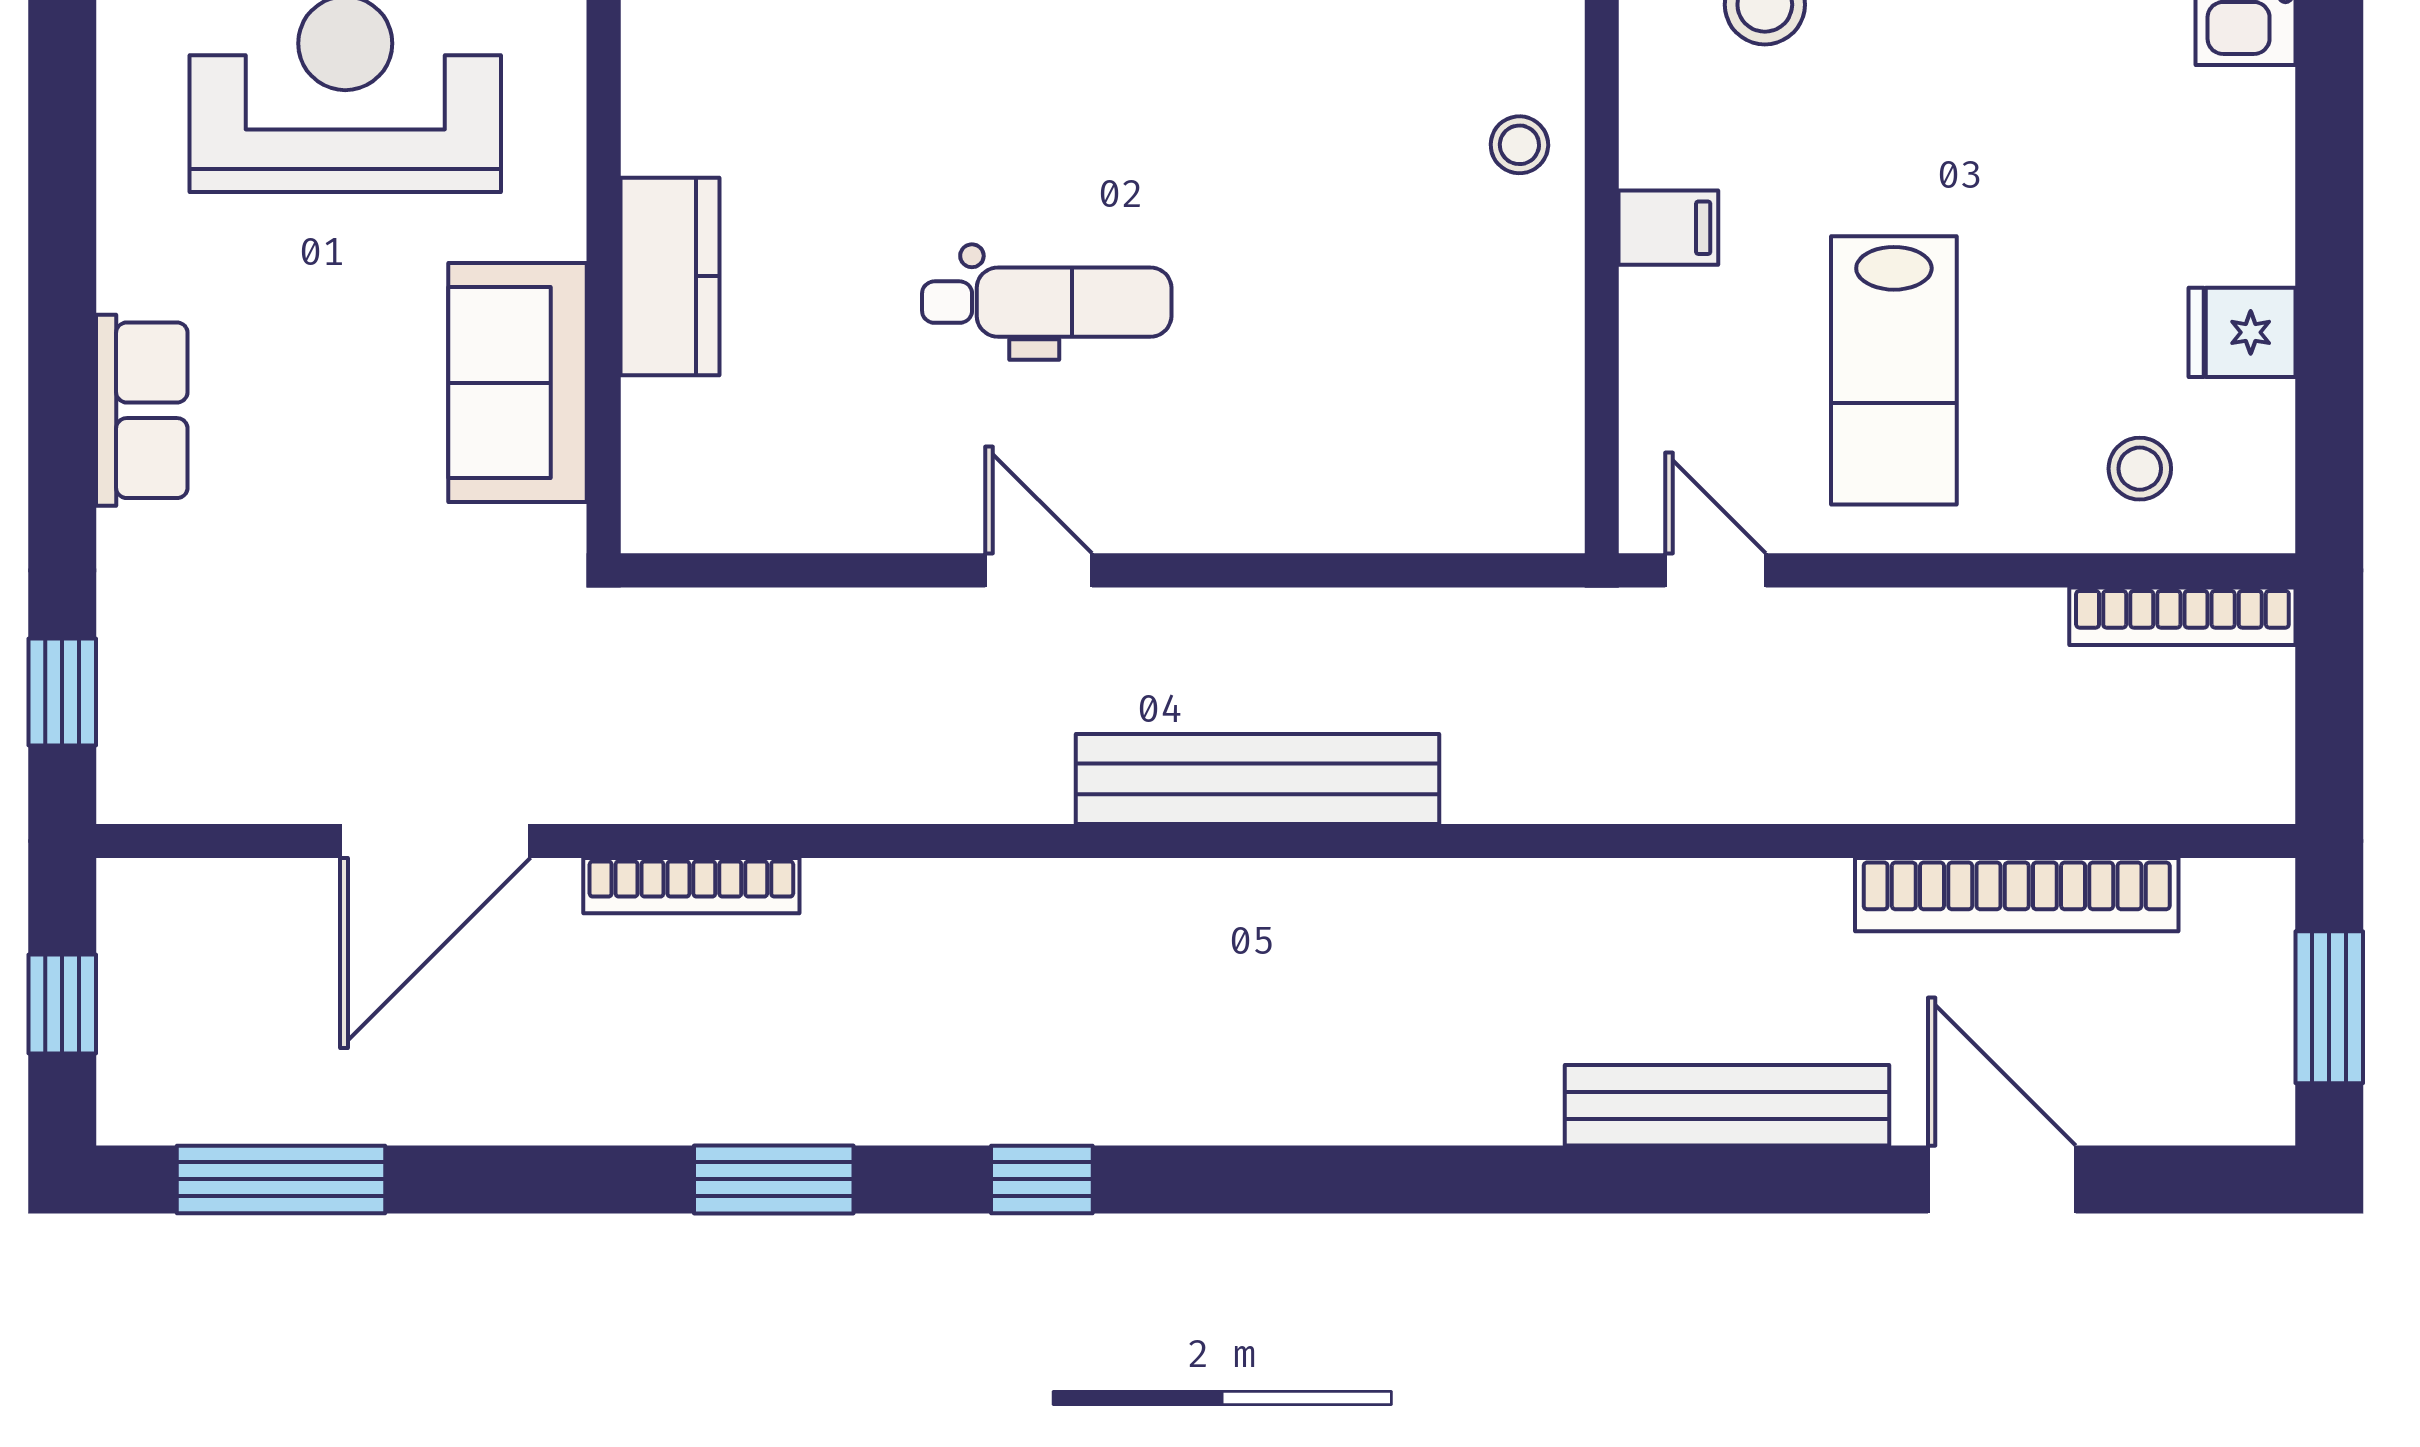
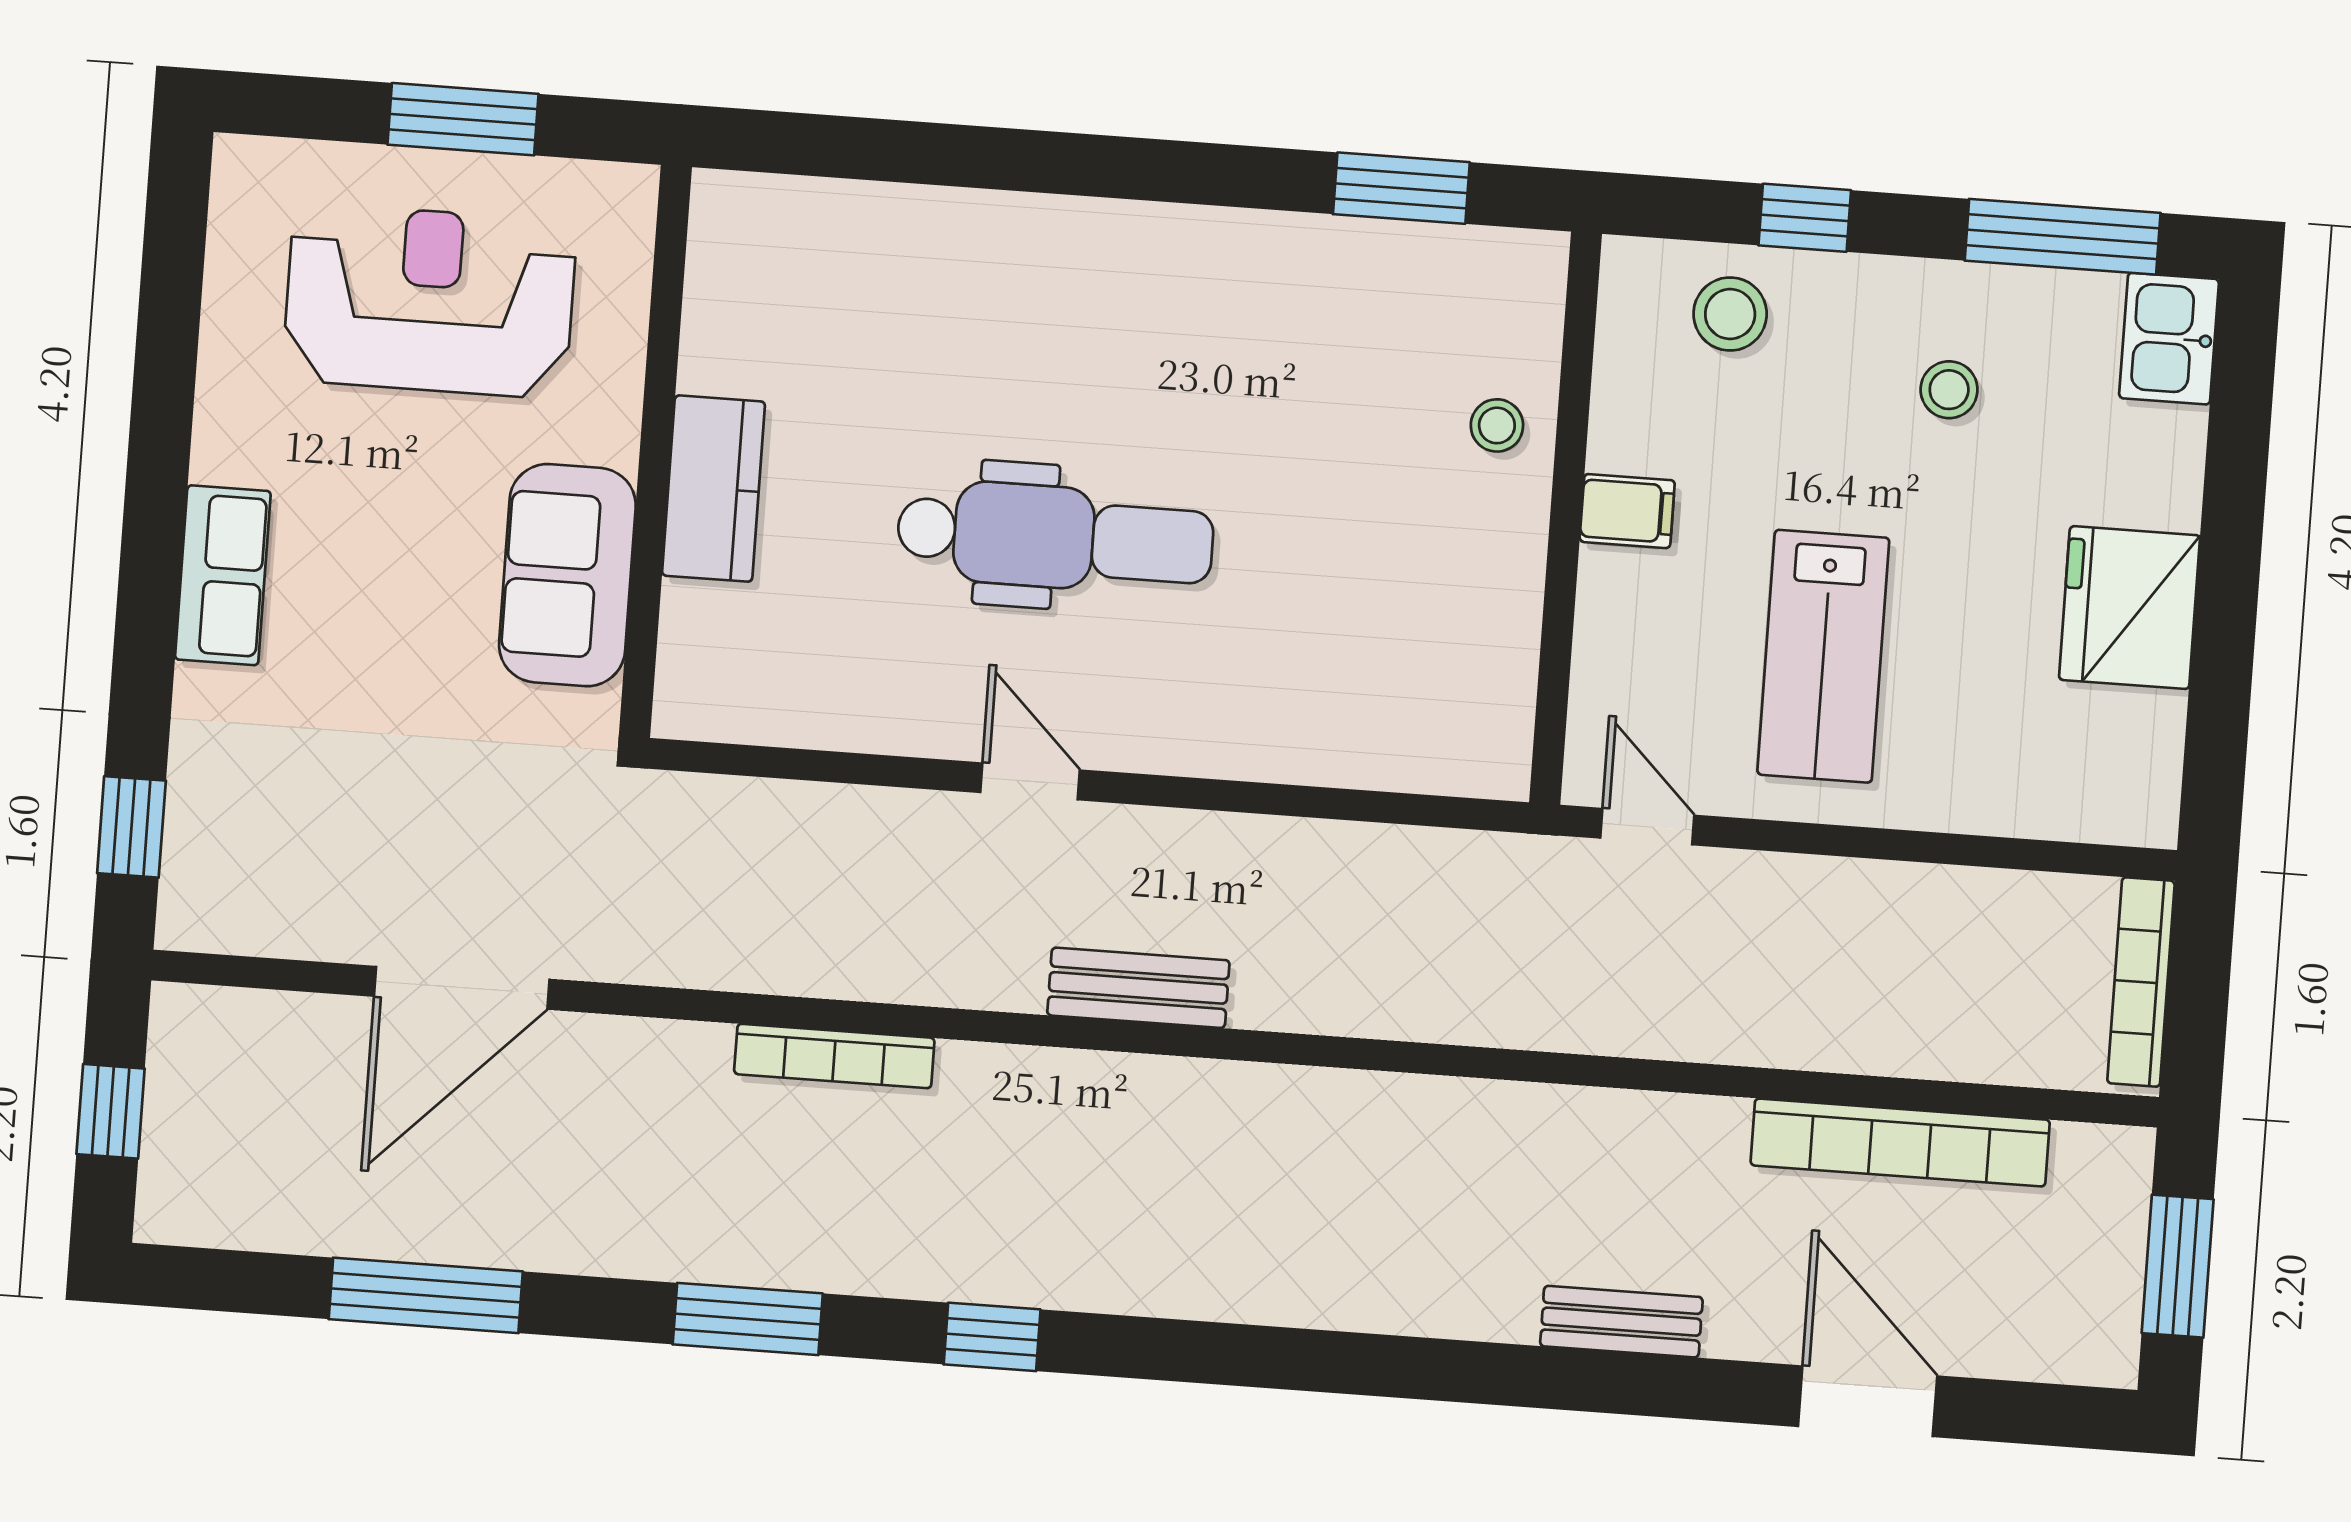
dental chair: (1047, 302) -> (1055, 537), width x1.36, depth x1.38
fridge: (2242, 332) -> (2130, 608), width x1.88, depth x1.34
stool: (2140, 469) -> (1949, 390), moved
bookcase: (2182, 616) -> (2141, 982), moved, turned 90
bench: (1258, 779) -> (1138, 988), width x0.54, depth x0.82
bookcase: (691, 886) -> (834, 1056), moved
bench: (1727, 1105) -> (1621, 1322), width x0.54, depth x0.82
window: (281, 1179) -> (426, 1295), moved

